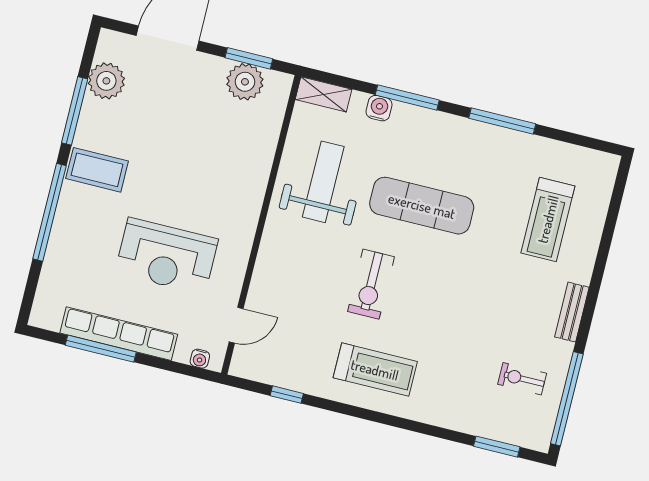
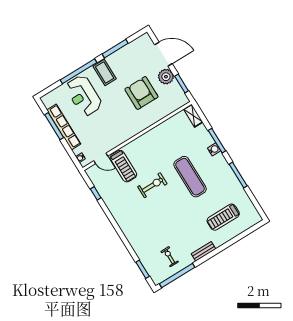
plant: (106, 81) -> (133, 49), removed
plant: (245, 82) -> (166, 77), moved
water cooler: (379, 108) -> (214, 149), moved
armchair: (196, 143) -> (141, 93), added
weight bench: (323, 182) -> (168, 141), removed
reception desk: (167, 256) -> (84, 96), moved
exercise bike: (371, 284) -> (152, 185), turned 180
treadmill: (375, 370) -> (123, 166), moved

